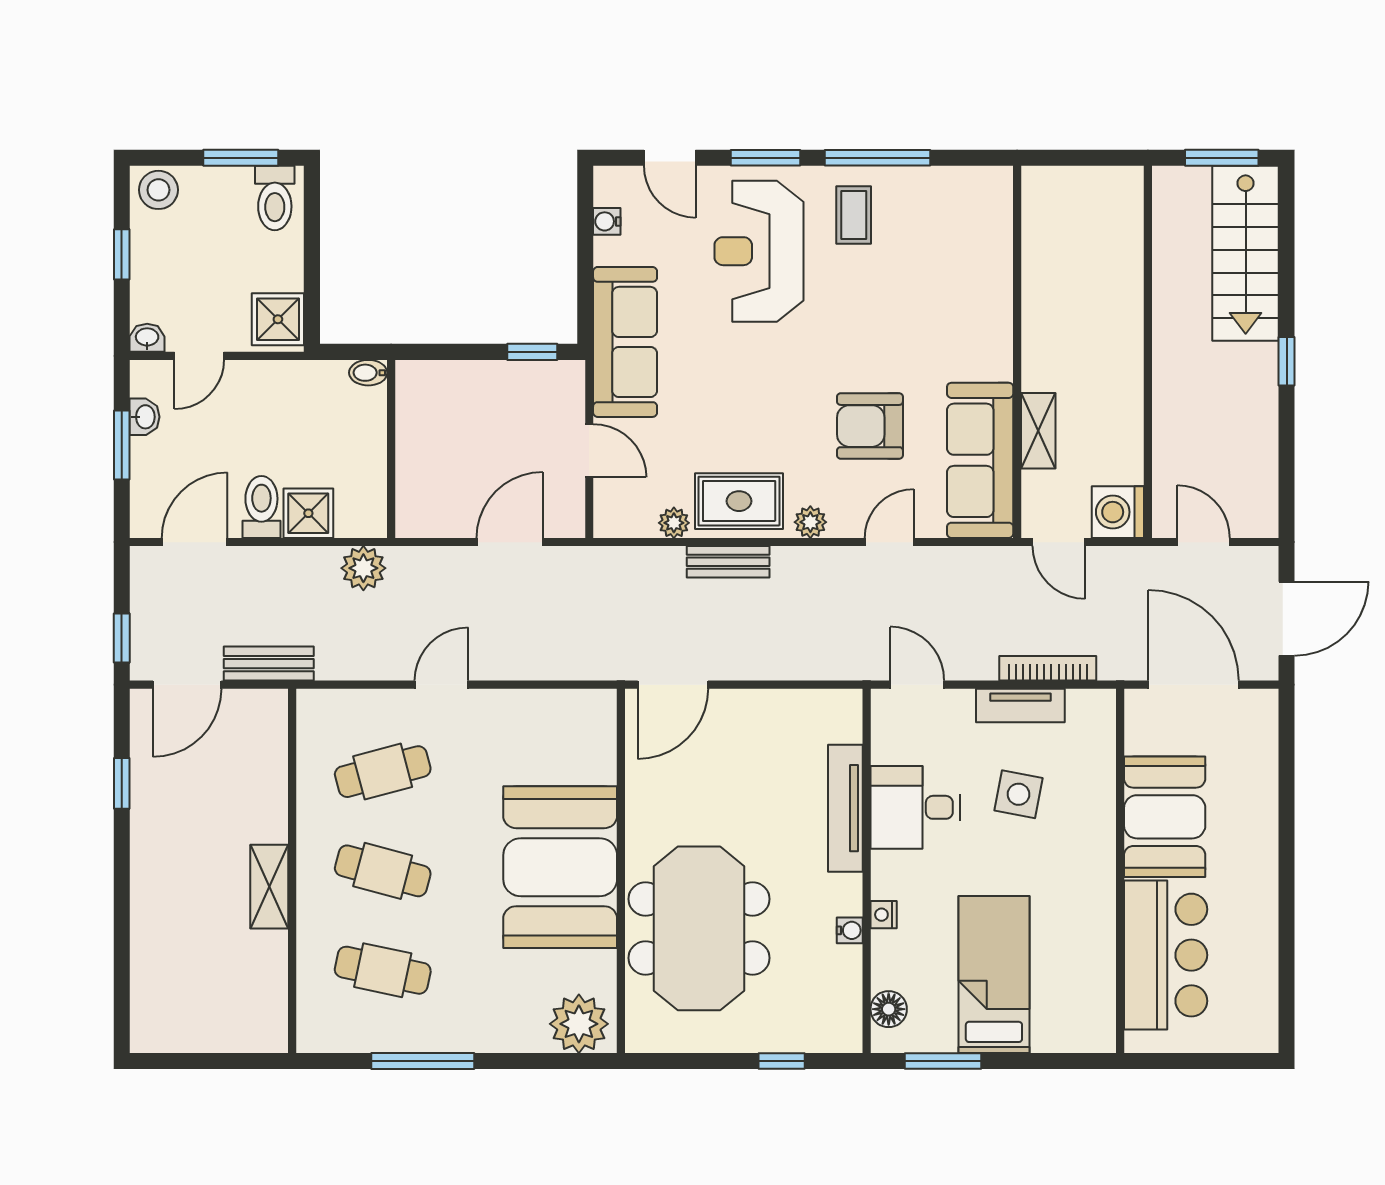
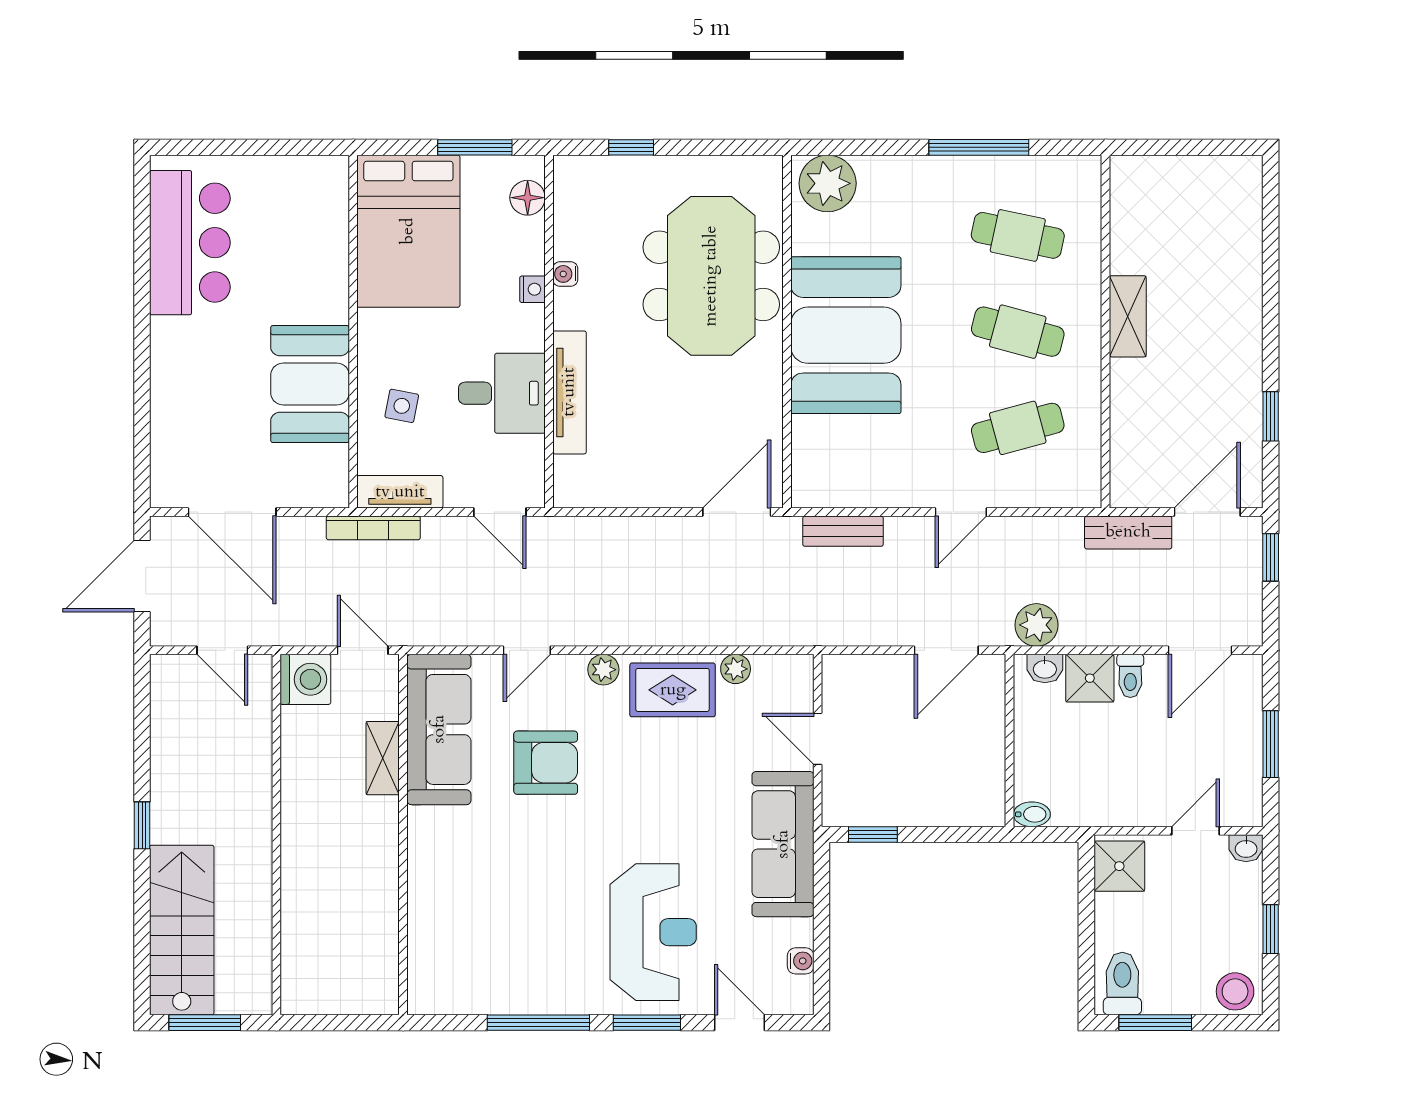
coffee table: (854, 215) -> (561, 967), removed
washbasin: (145, 417) -> (1045, 668), moved, turned -90
toilet: (261, 507) -> (1130, 676), width x0.73, depth x0.72
door: (510, 542) -> (946, 650), moved
bench: (728, 562) -> (843, 531), moved
side table: (1018, 794) -> (402, 406), width x0.73, depth x0.73
booth: (1165, 817) -> (310, 384), moved
wall: (1120, 871) -> (353, 332), moved
bar counter: (1166, 955) -> (190, 243), moved, turned 180
bed: (994, 975) -> (408, 231), width x1.50

